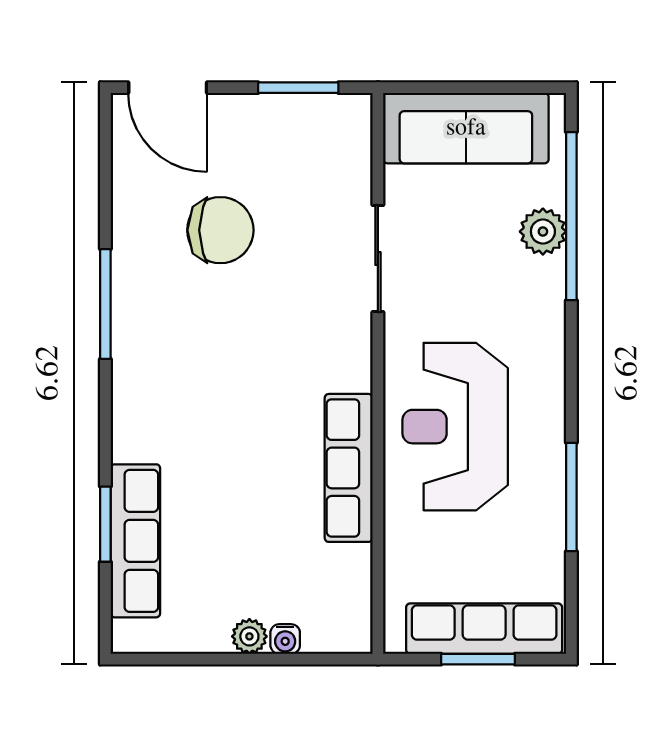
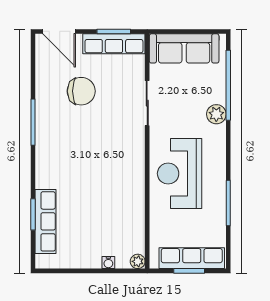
plant: (543, 232) -> (216, 114), moved
row of seats: (349, 468) -> (114, 44), moved, turned -90
plant: (249, 636) -> (138, 261), moved

